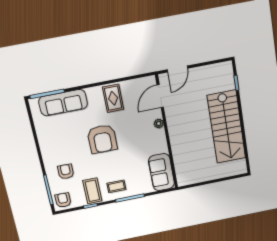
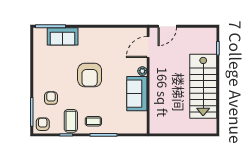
rug: (113, 98) -> (106, 41), removed
sofa: (63, 103) -> (63, 36), width x0.73
sofa: (161, 172) -> (137, 94), moved

